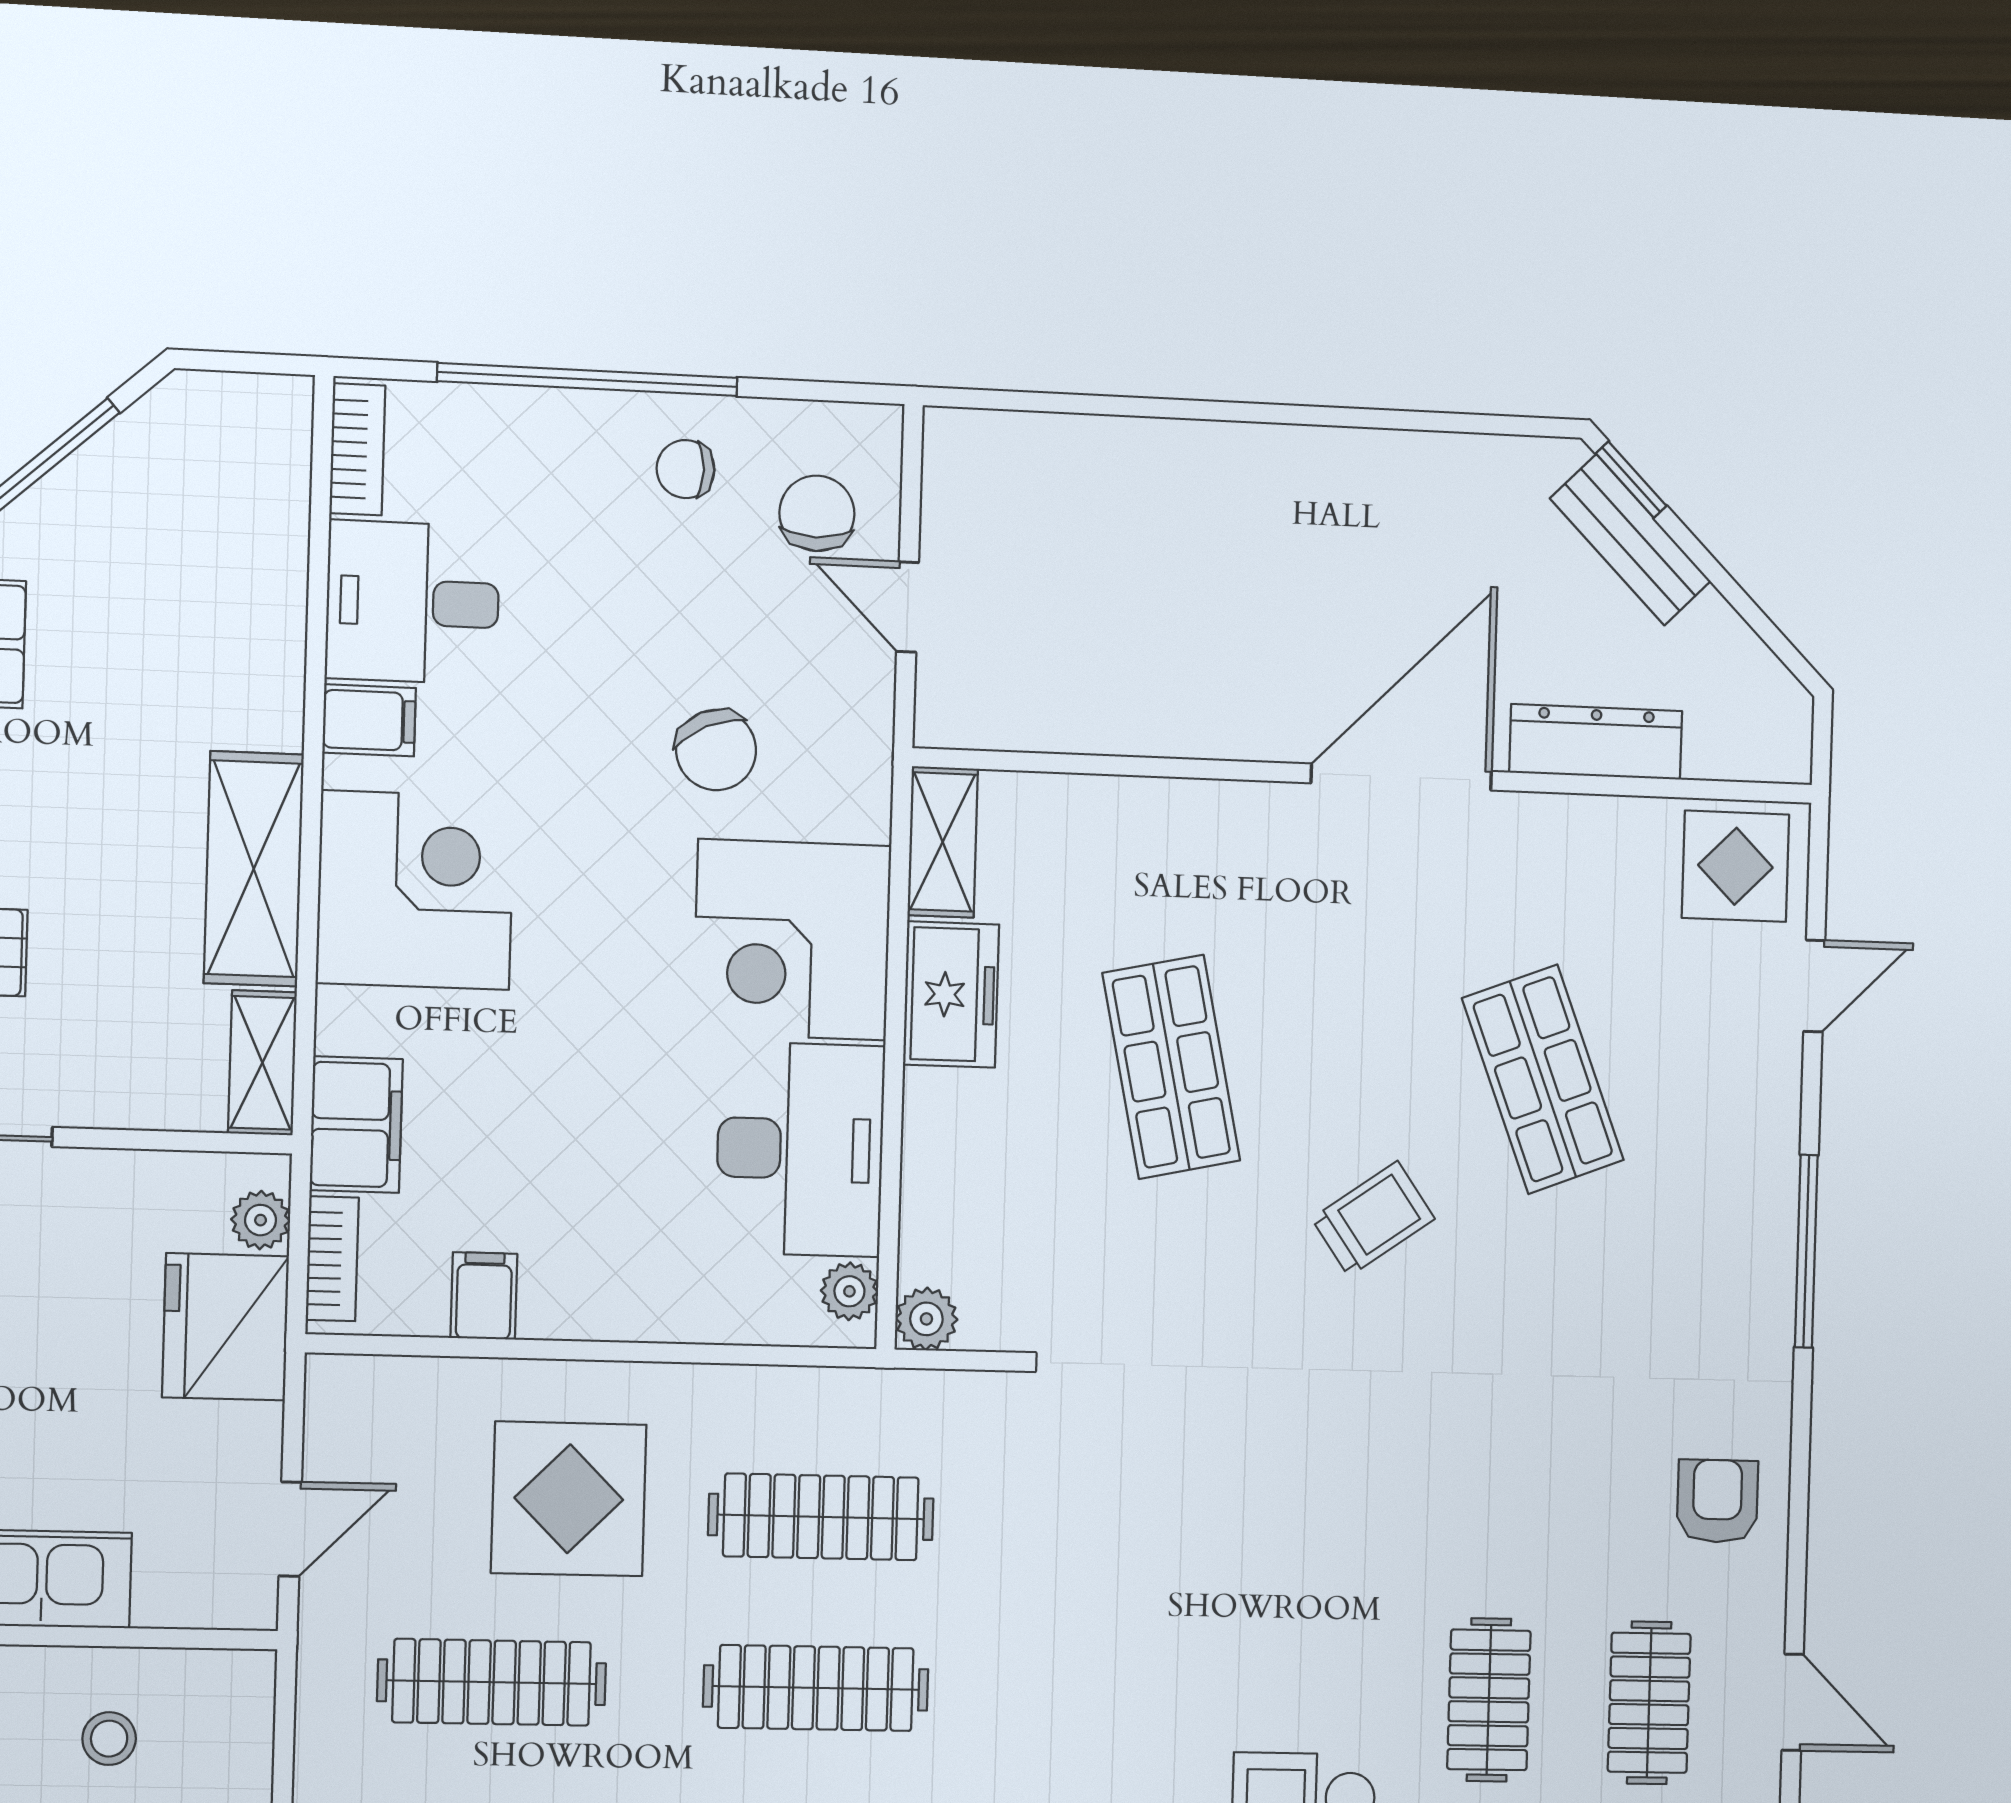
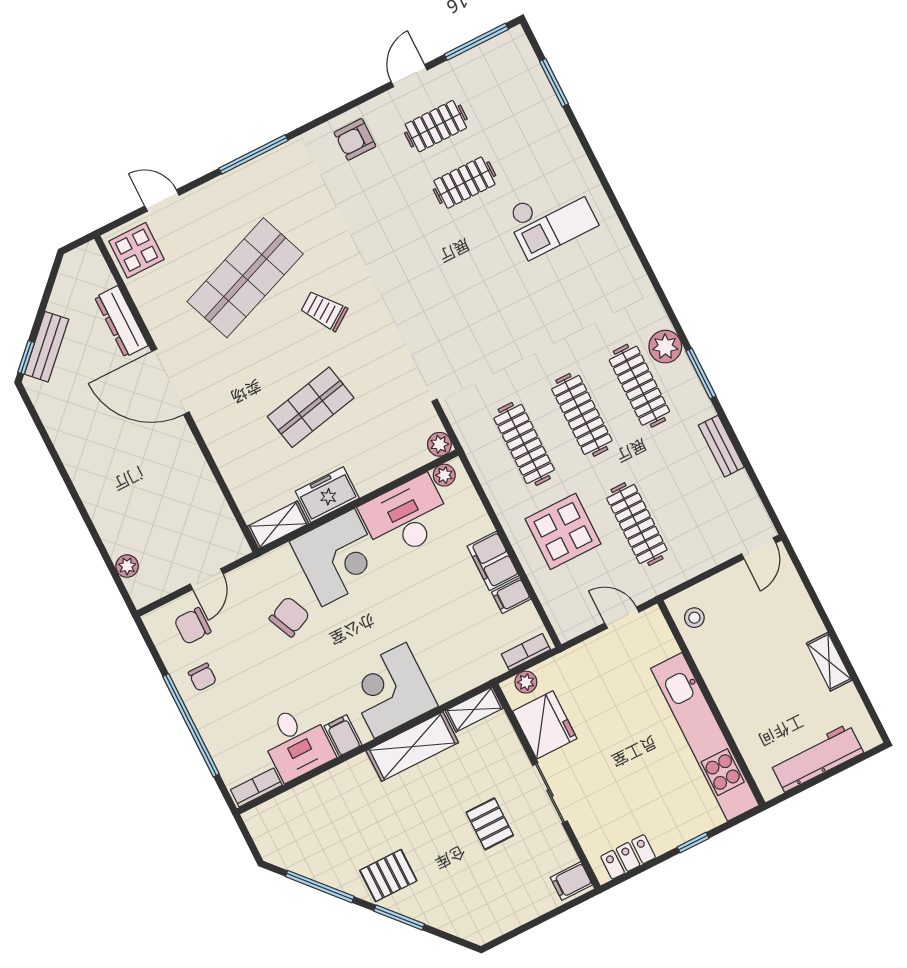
plant: (1037, 440) -> (127, 566), added
shop shelf: (1543, 1079) -> (245, 278), width x1.43, depth x1.36
filing cabinet: (356, 1125) -> (493, 561), moved, turned -90
fridge: (226, 1327) -> (545, 725), moved, turned -90
stool: (109, 1739) -> (694, 618), moved

